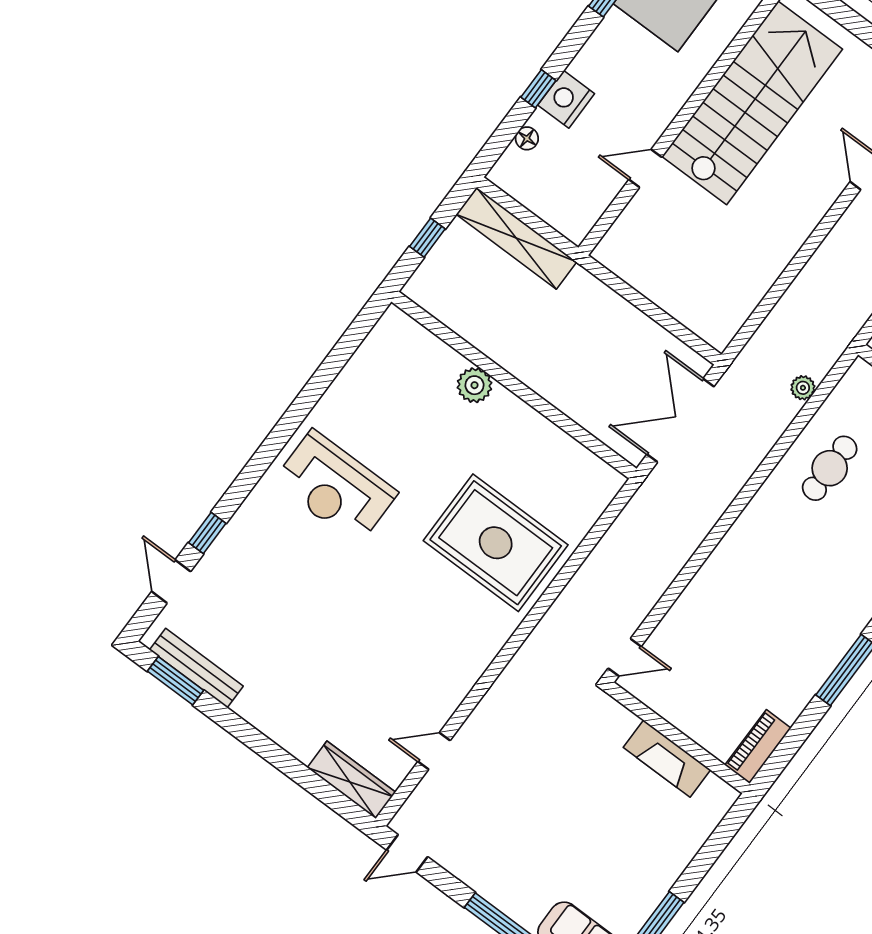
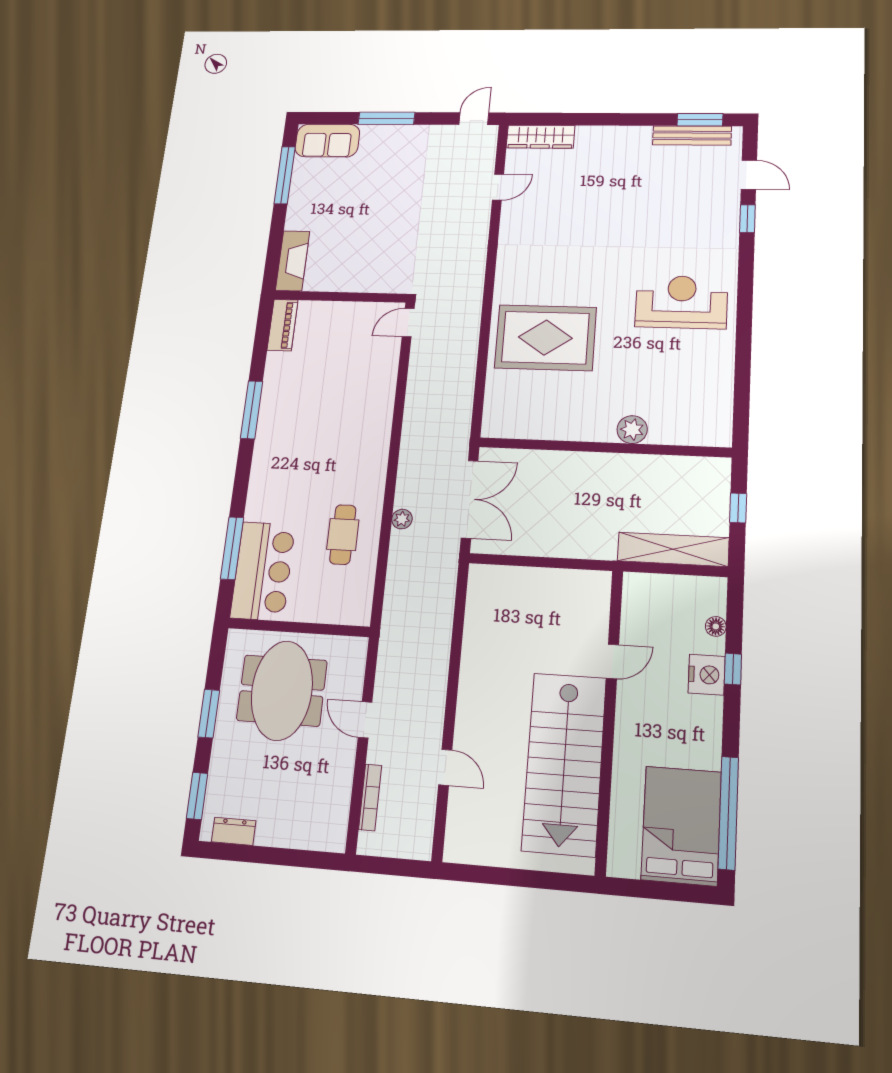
plant: (803, 388) -> (402, 519), moved
fireplace: (667, 759) -> (293, 261), moved, turned 90

